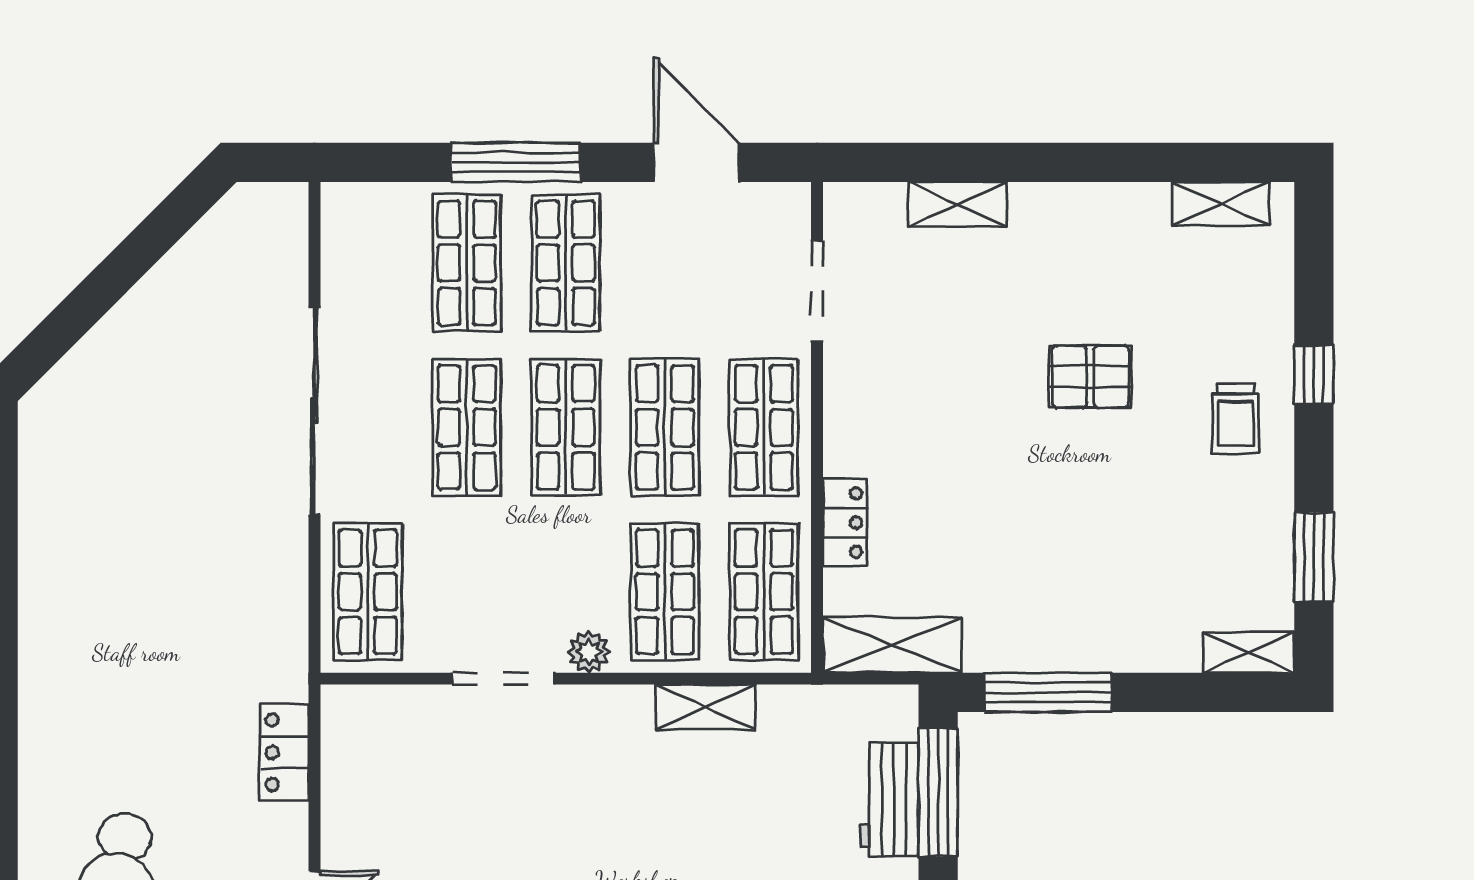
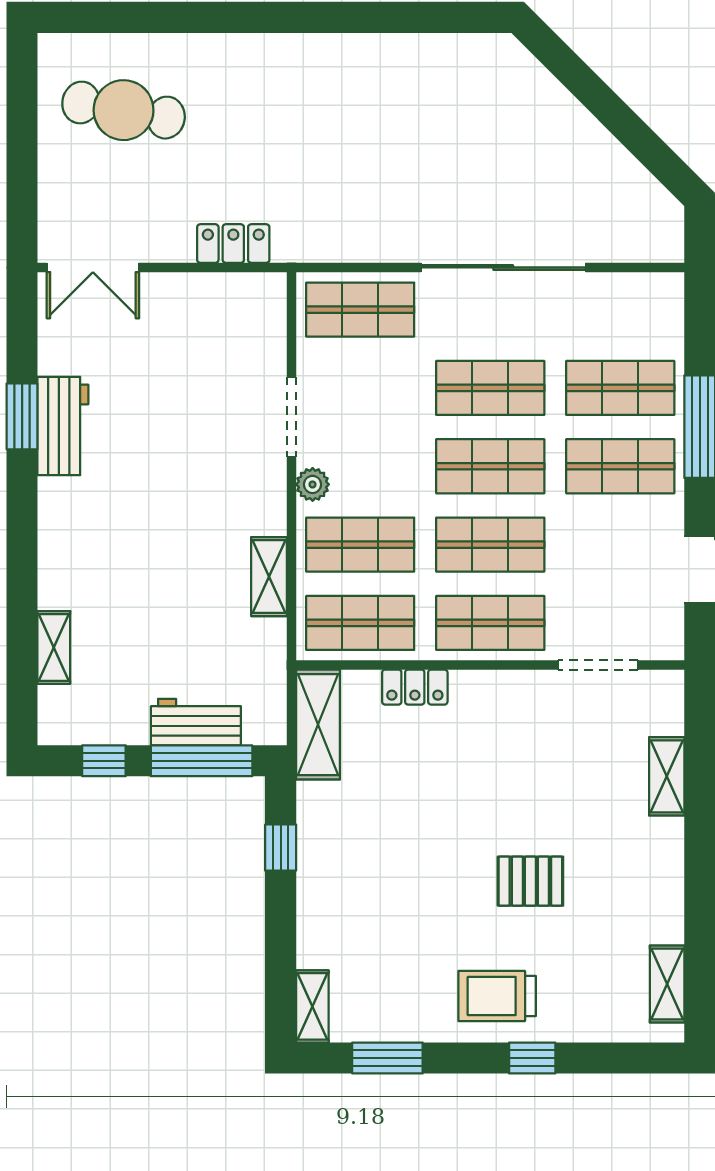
pallet: (1090, 377) -> (530, 881), turned 90
trolley: (1236, 419) -> (497, 996), width x1.36, depth x1.39
window: (1048, 692) -> (281, 848), width x0.46

